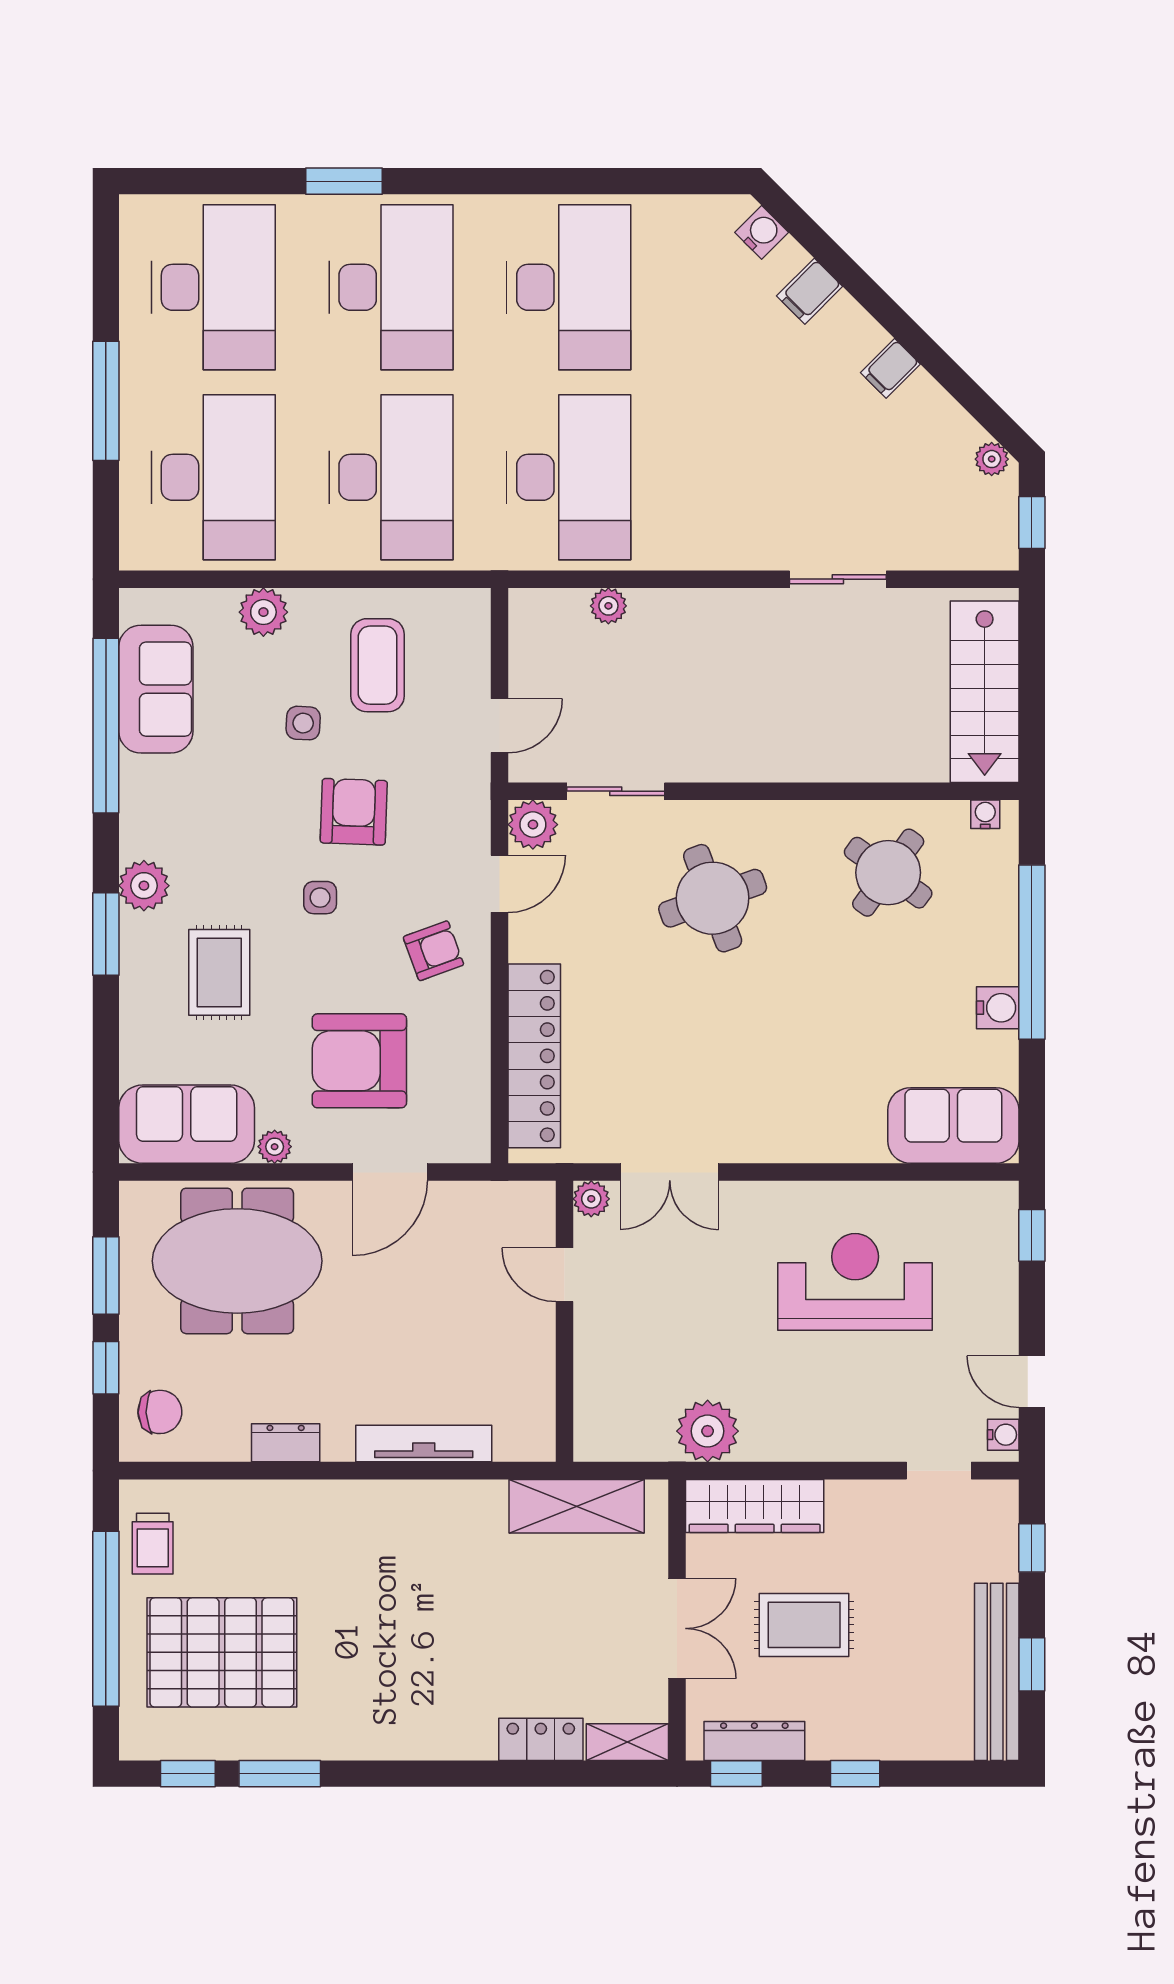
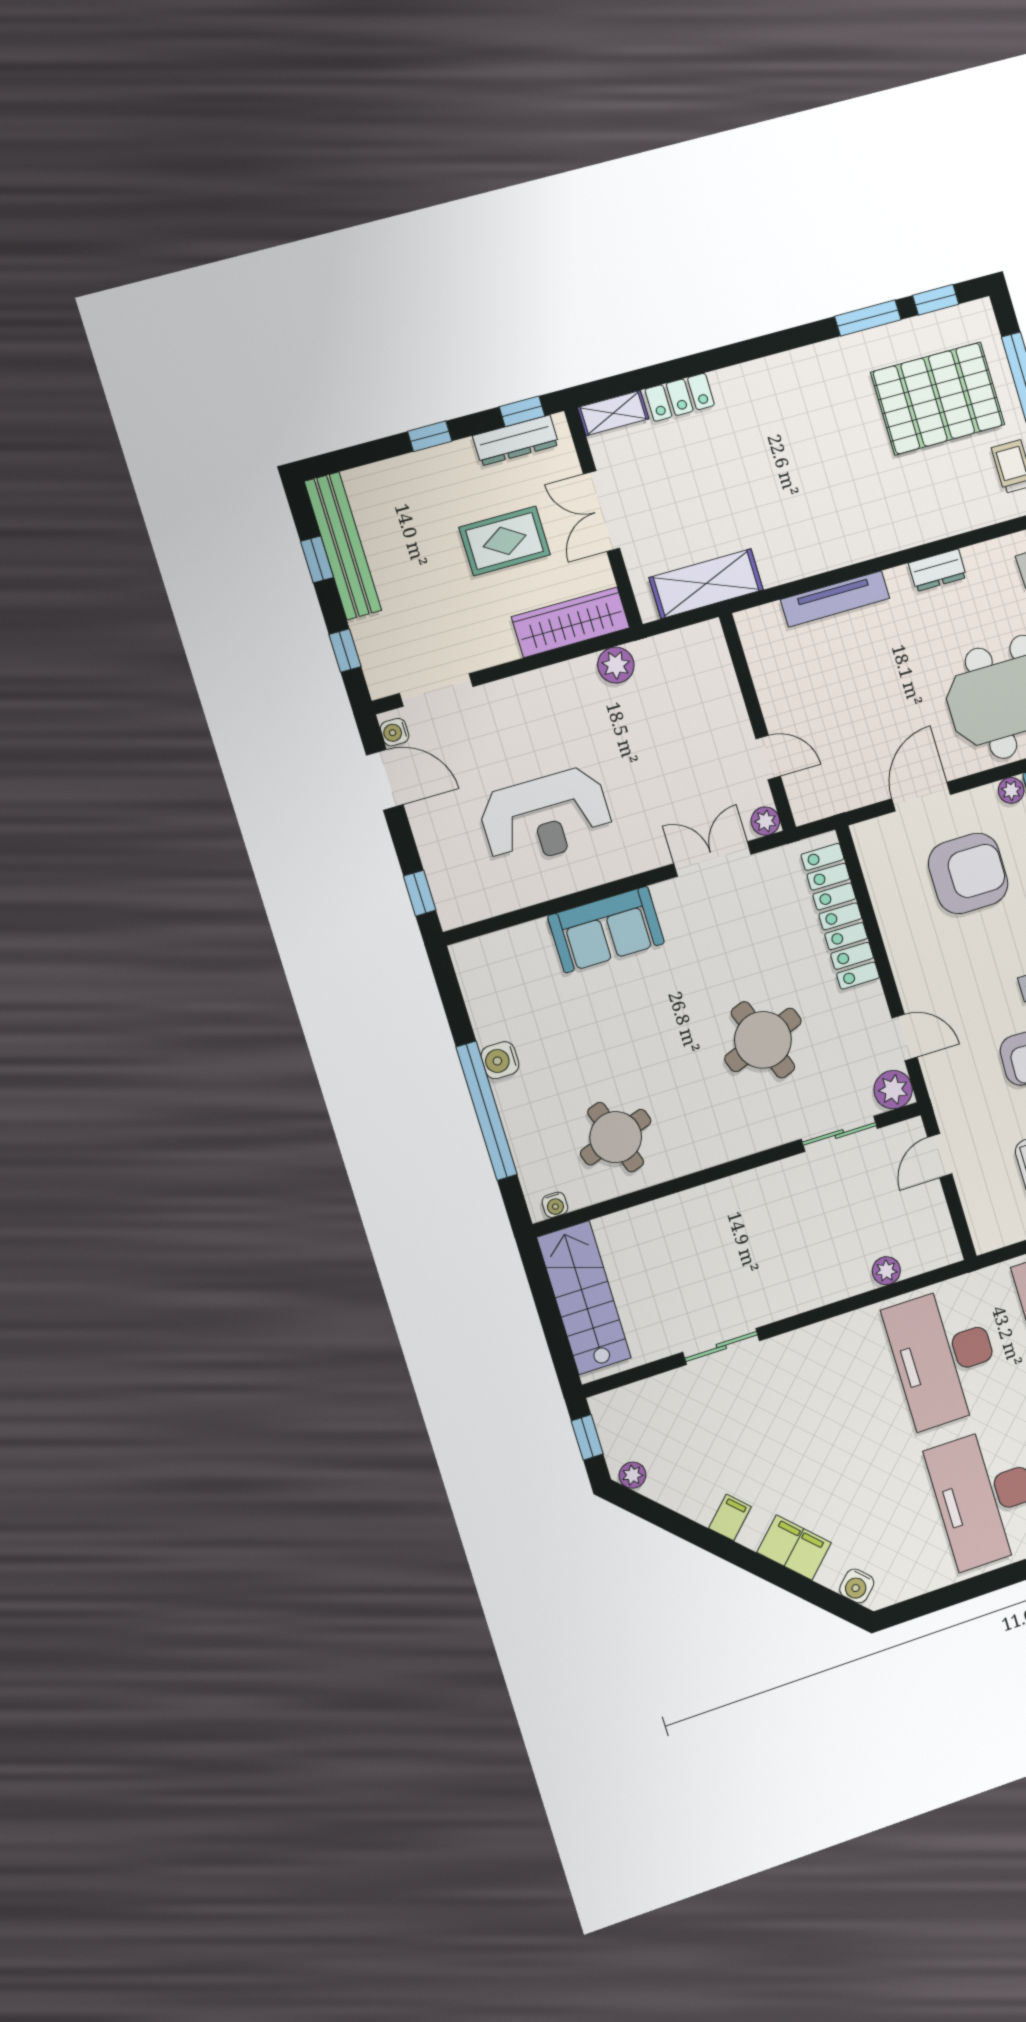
filing cabinet: (810, 291) -> (794, 1548), width x2.00
round table: (888, 873) -> (616, 1137), turned 36
door: (500, 884) -> (905, 1038), swing flipped
round table: (713, 898) -> (763, 1040), moved
armchair: (433, 951) -> (938, 972), removed
sofa: (953, 1125) -> (606, 930), moved
door: (1032, 1382) -> (385, 780), width x1.38
plant: (708, 1431) -> (616, 665), width x0.73, depth x0.73
doorway: (939, 1471) -> (436, 690), width x1.38

